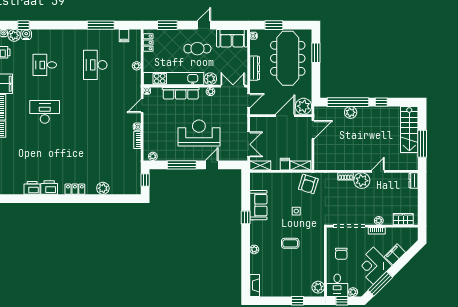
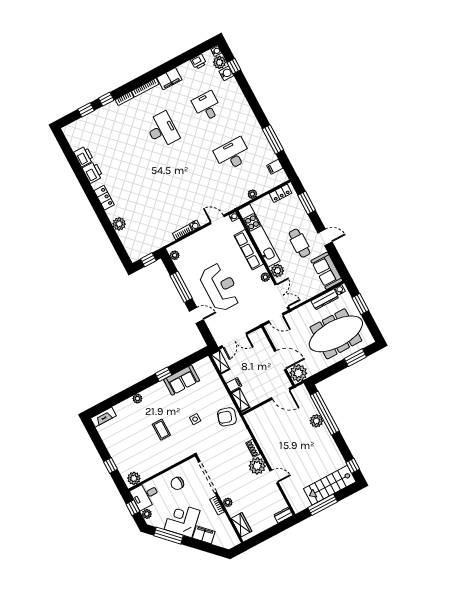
dresser: (255, 68) -> (325, 299), moved
window: (381, 102) -> (353, 466), moved

